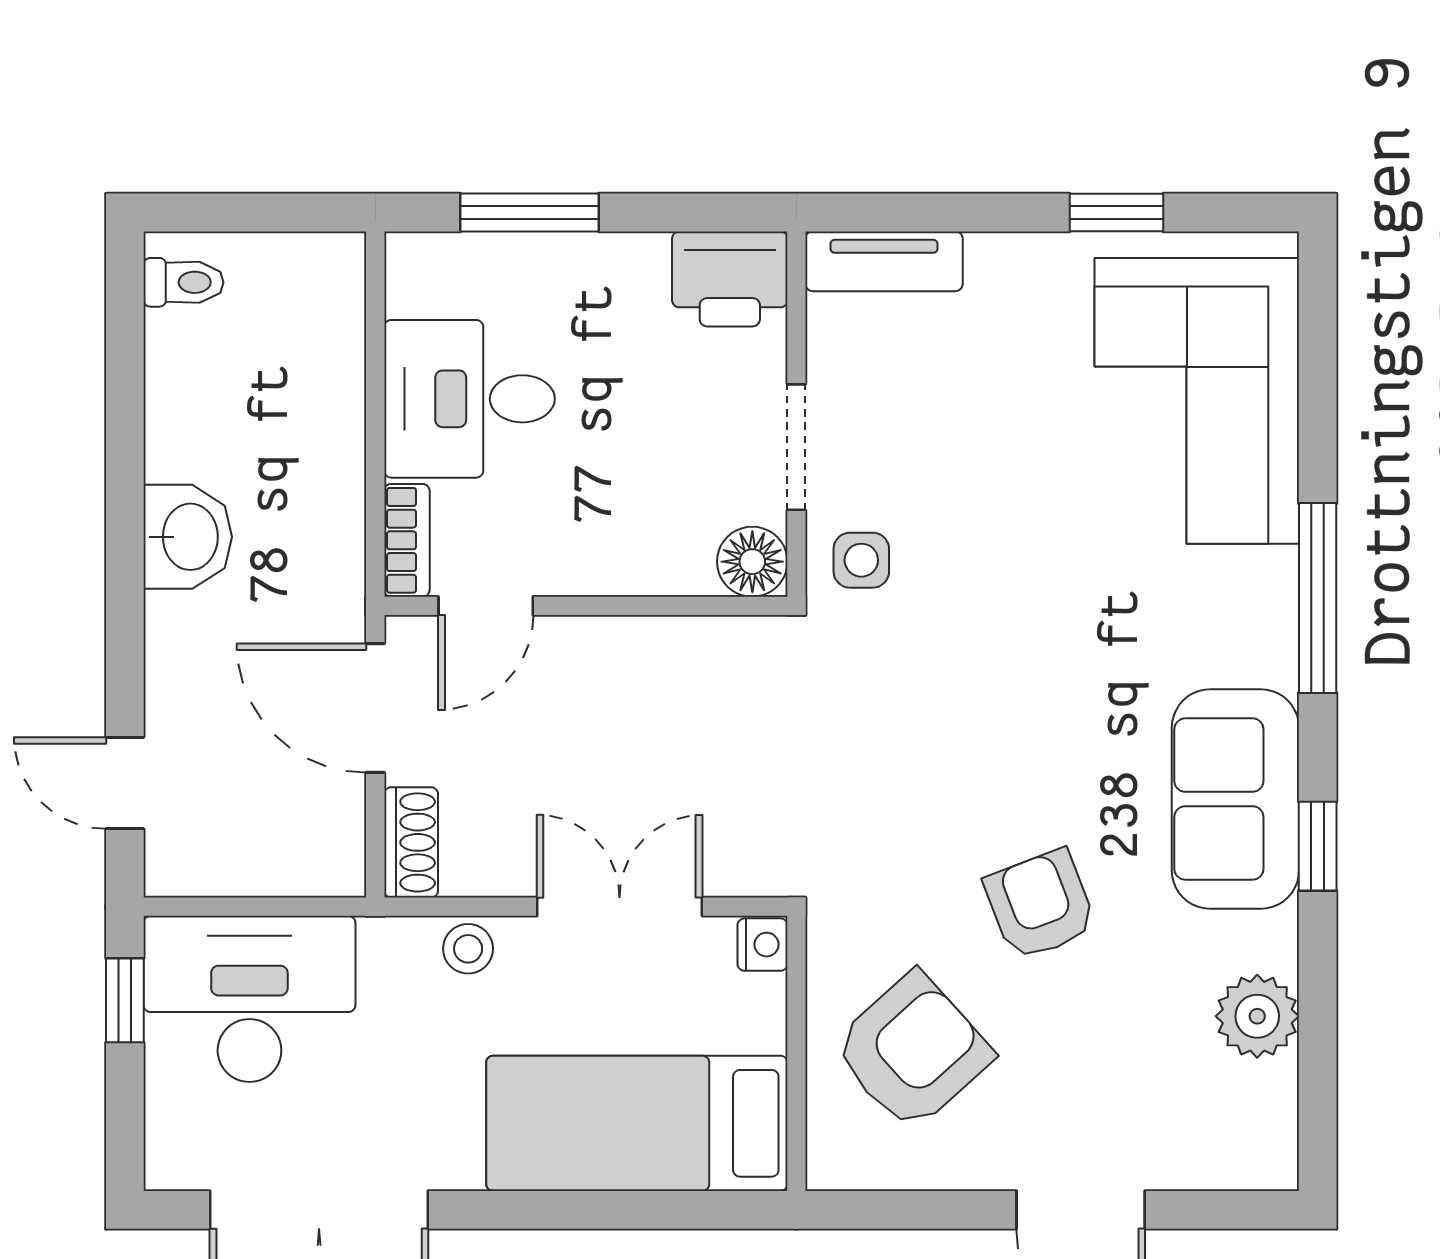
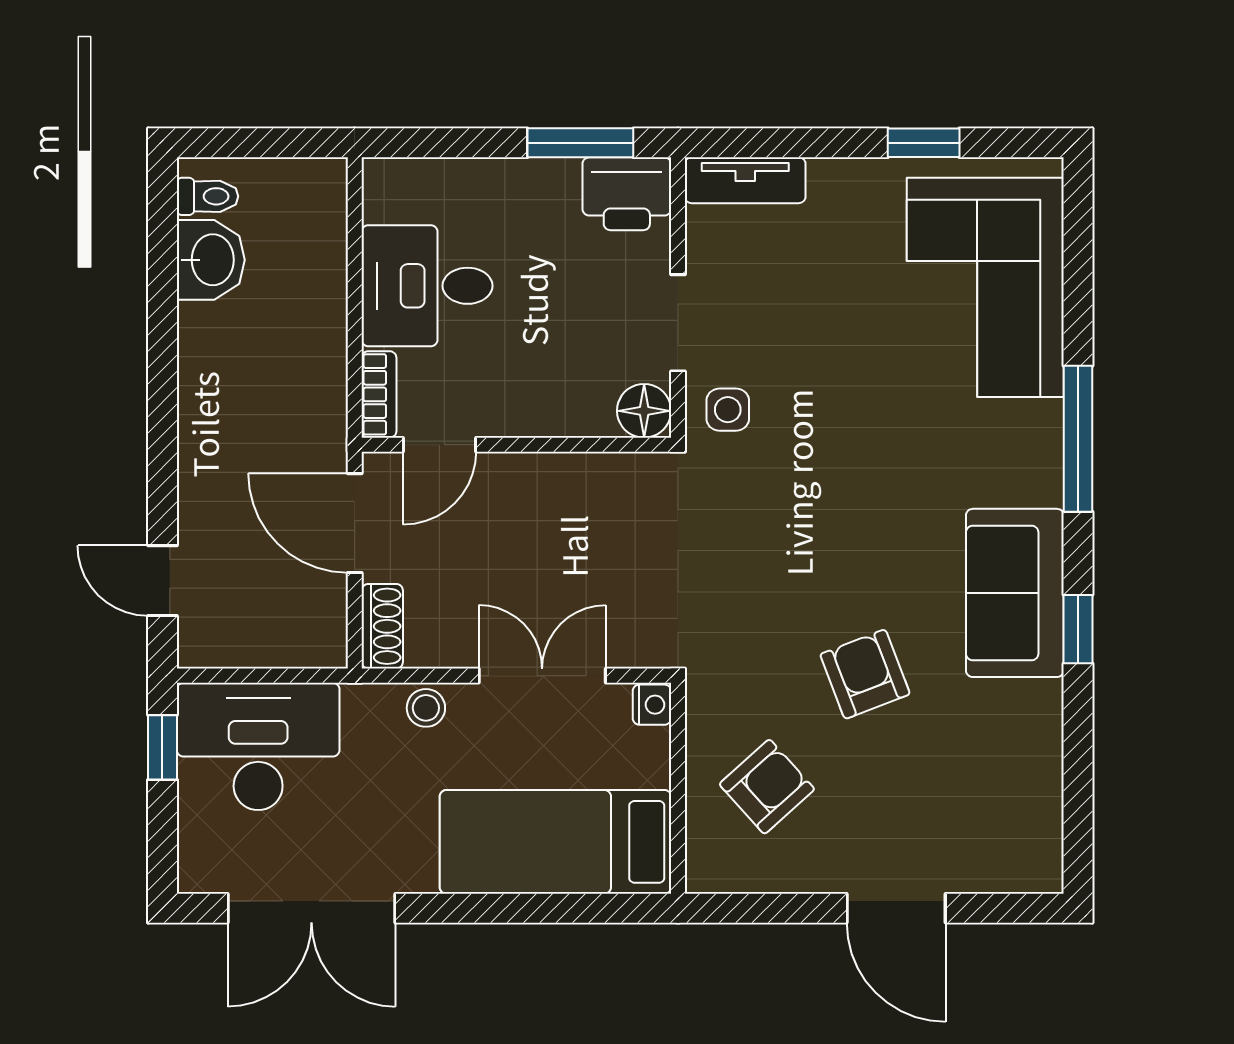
window: (529, 213) -> (580, 143), moved
washbasin: (188, 537) -> (211, 260), moved
plant: (1257, 1016) -> (1032, 760), removed
armchair: (912, 1051) -> (767, 787), width x0.72, depth x0.72

